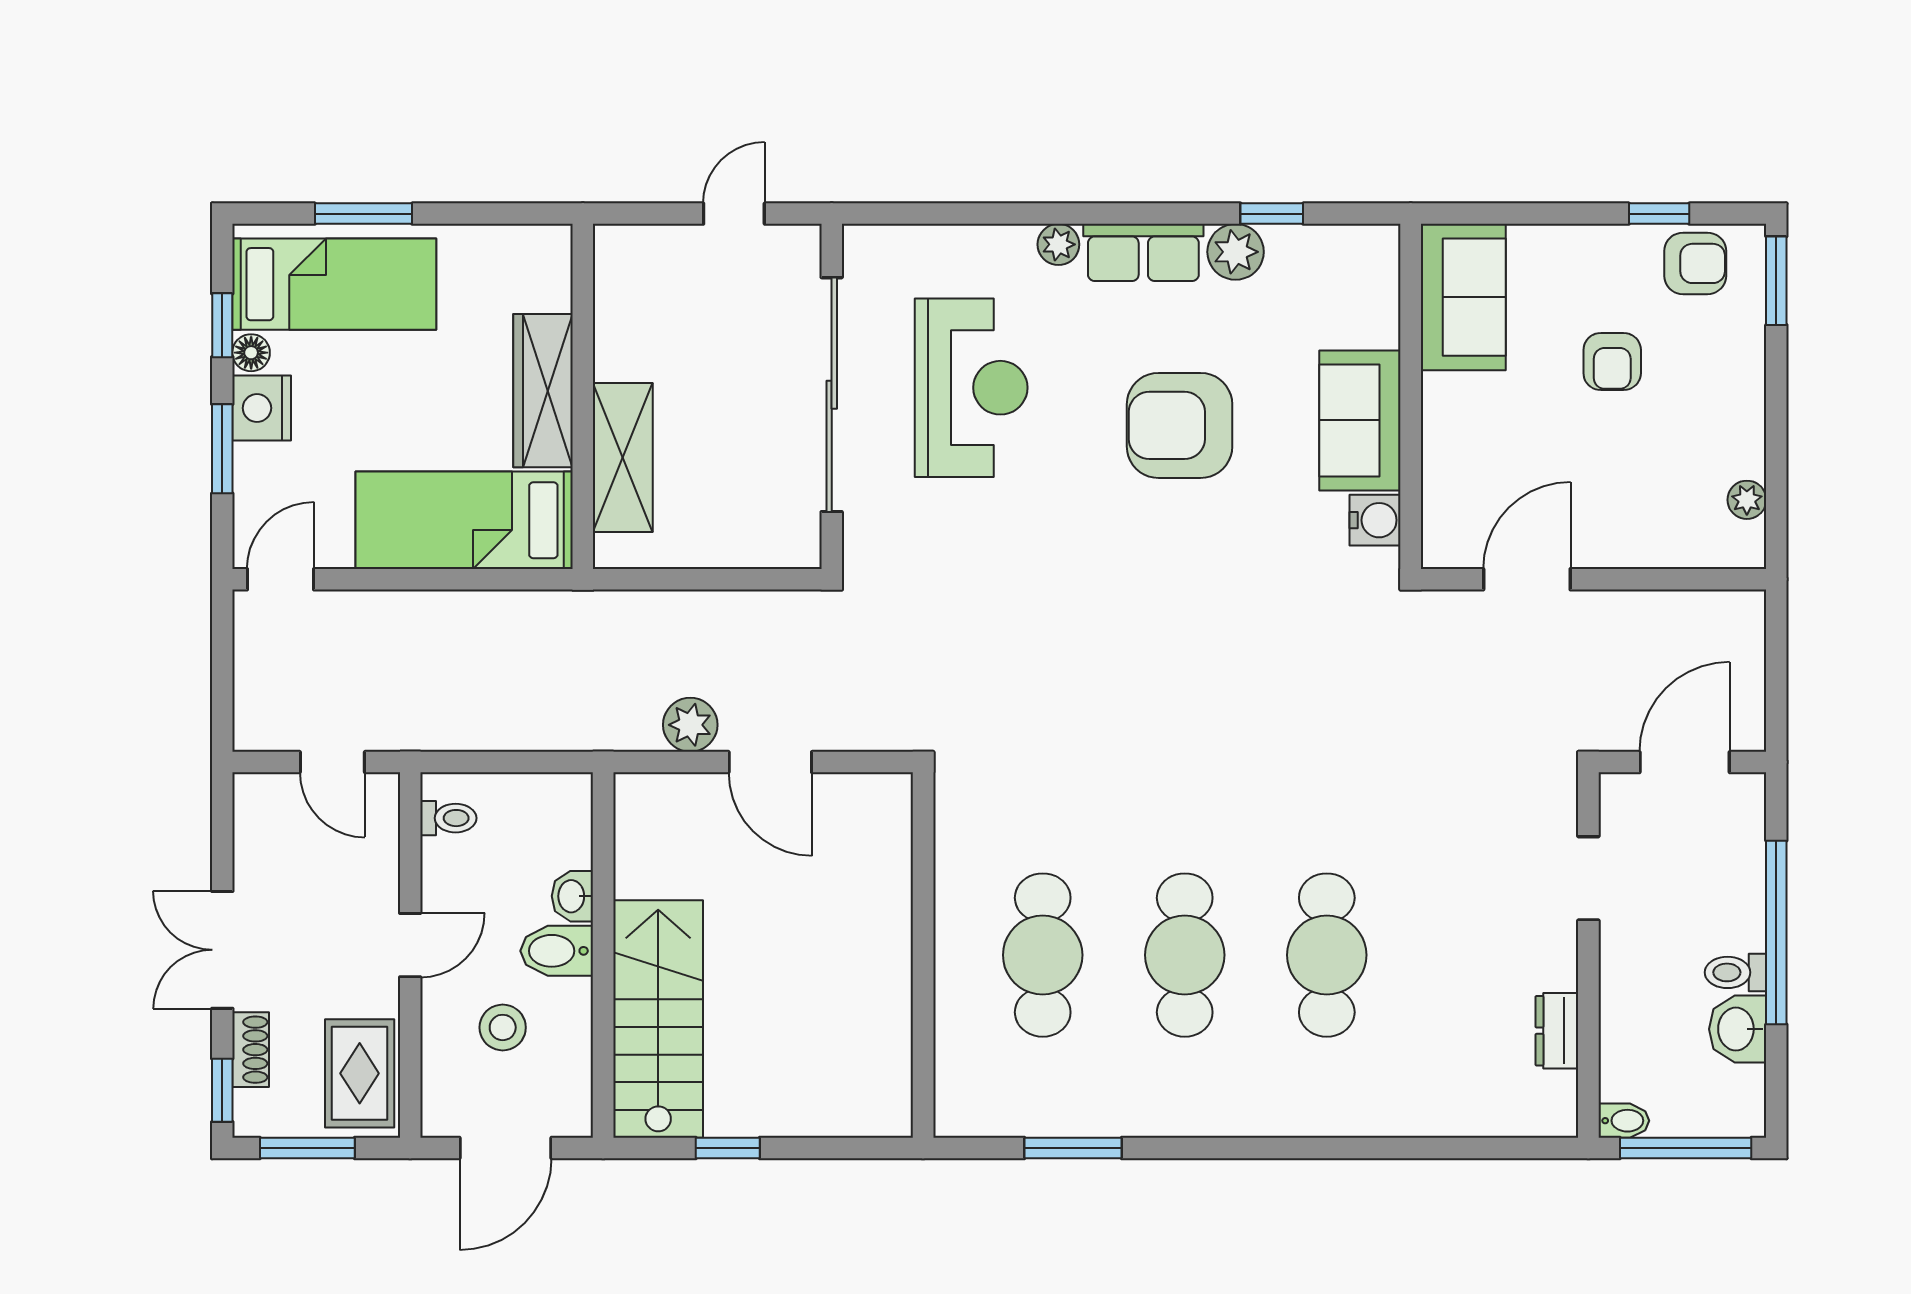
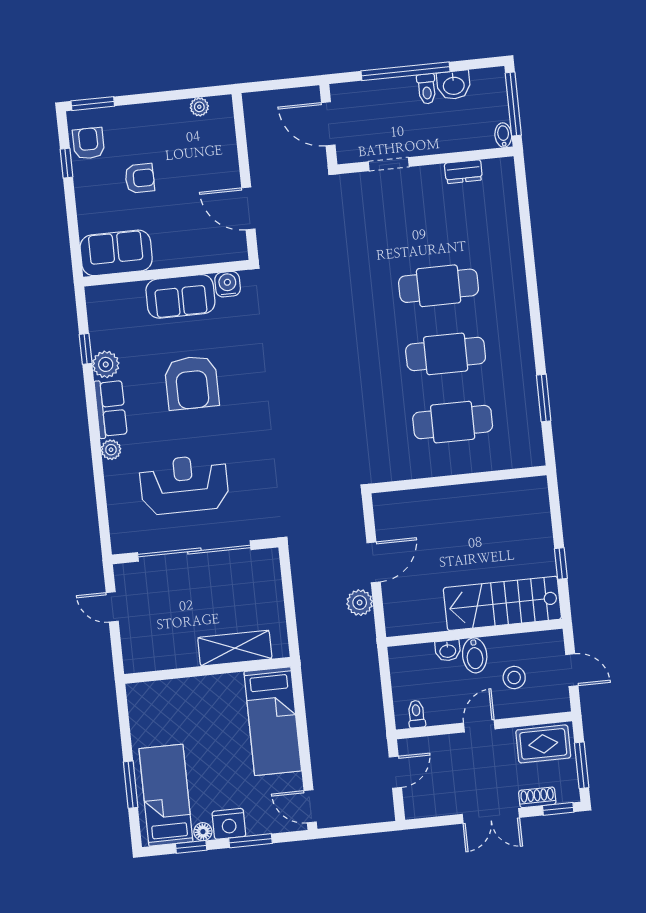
wardrobe: (543, 391) -> (207, 690), removed
door: (410, 945) -> (479, 726), hinge flipped
door: (506, 1148) -> (572, 670), width x0.73

